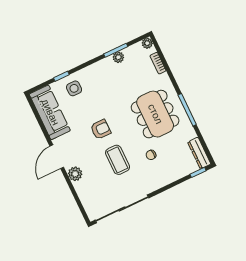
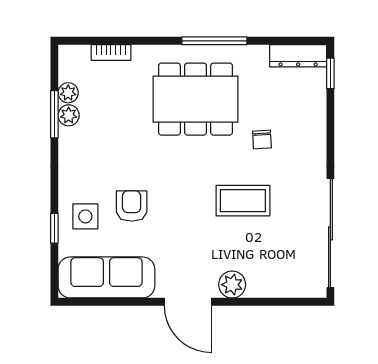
plant: (147, 43) -> (68, 93), moved
armchair: (101, 129) -> (132, 206), moved

